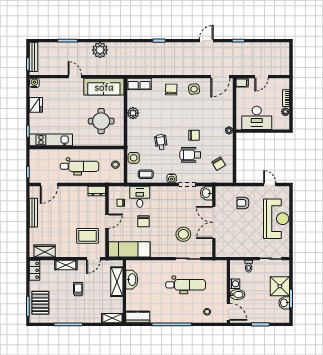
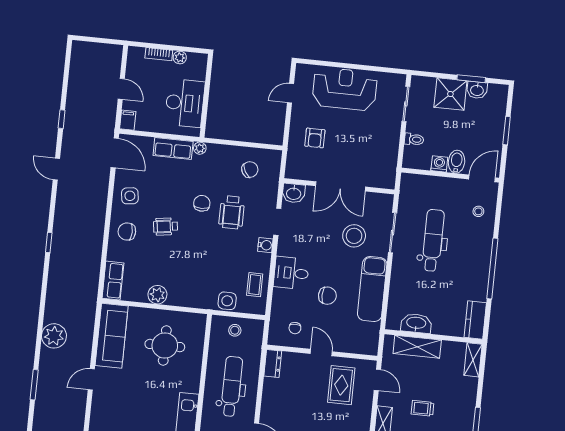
row of seats: (227, 113) -> (173, 148), added
wheelchair: (161, 142) -> (165, 226), moved
desk: (140, 197) -> (291, 273), moved
exam couch: (129, 249) -> (372, 289), moved

